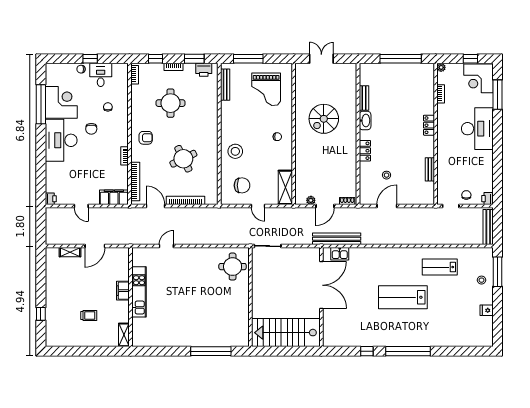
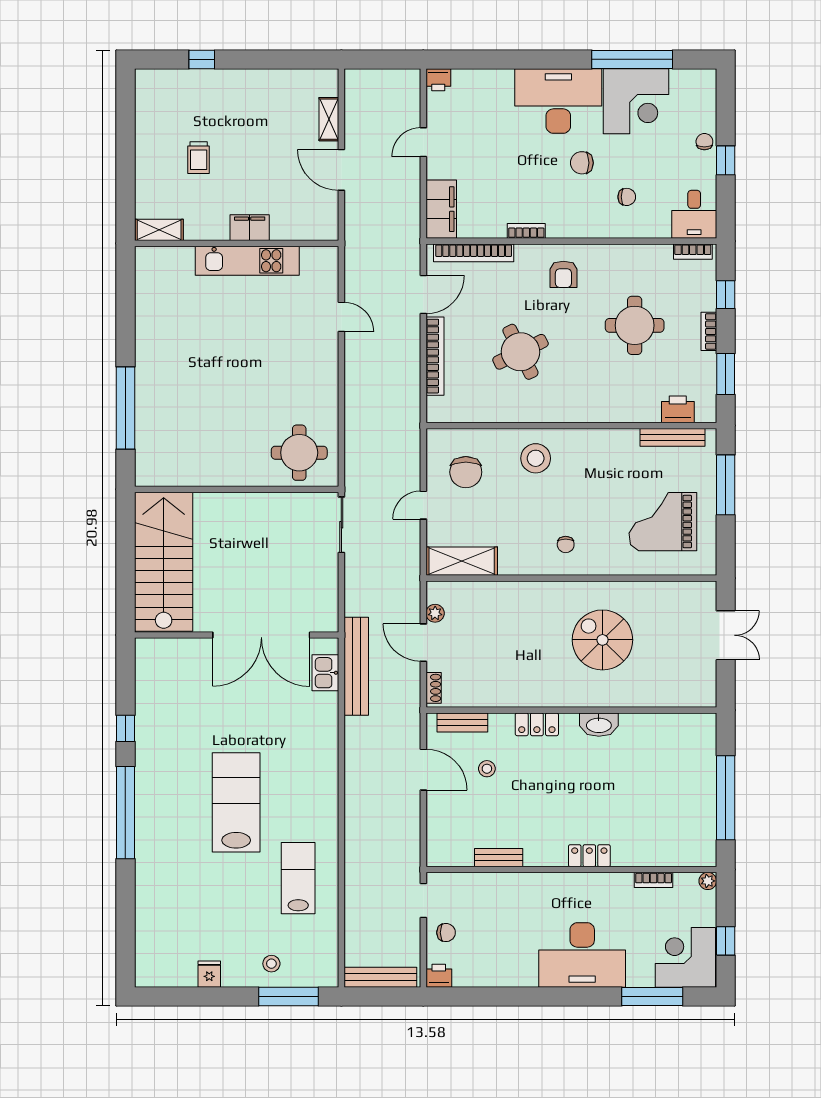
printer: (204, 70) -> (678, 409), moved, turned 90
desk: (101, 75) -> (694, 214), moved, turned 90
bench: (364, 98) -> (462, 722), moved

